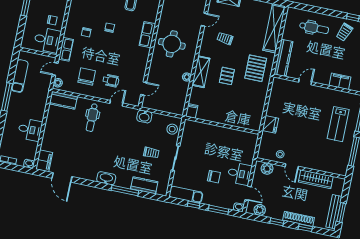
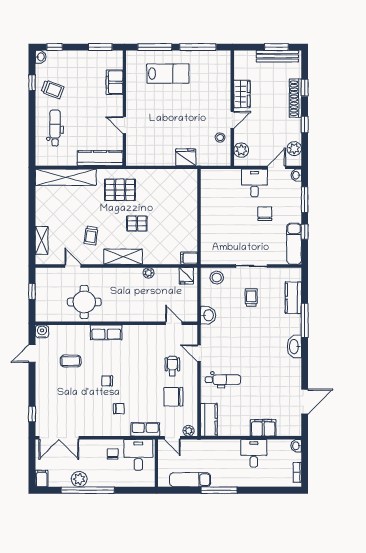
round table: (172, 44) -> (84, 302), moved
shelving: (201, 72) -> (123, 257), moved
fridge: (178, 106) -> (186, 276), added
filing cabinet: (44, 161) -> (263, 428), moved
wardrobe: (316, 179) -> (242, 94), width x0.67

